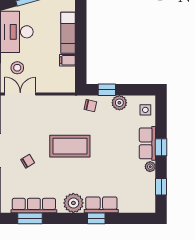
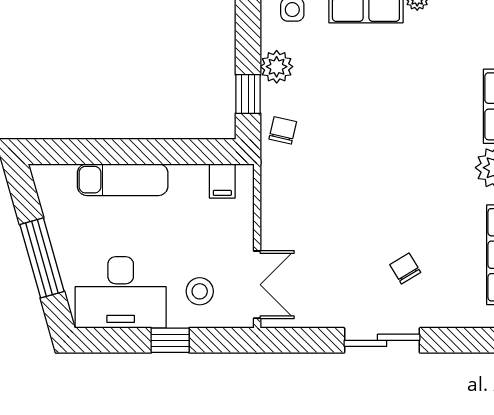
filing cabinet: (67, 60) -> (222, 181), moved
double door: (20, 94) -> (257, 285), swing flipped
coffee table: (70, 146) -> (372, 175), removed

